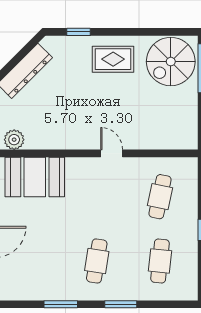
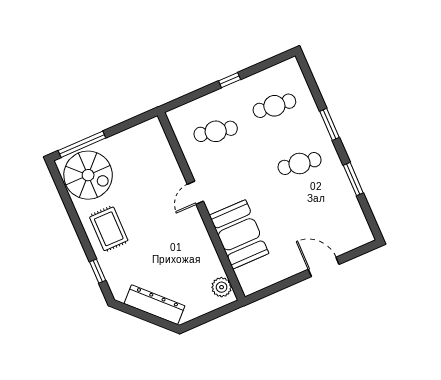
booth: (35, 177) -> (239, 234), moved

